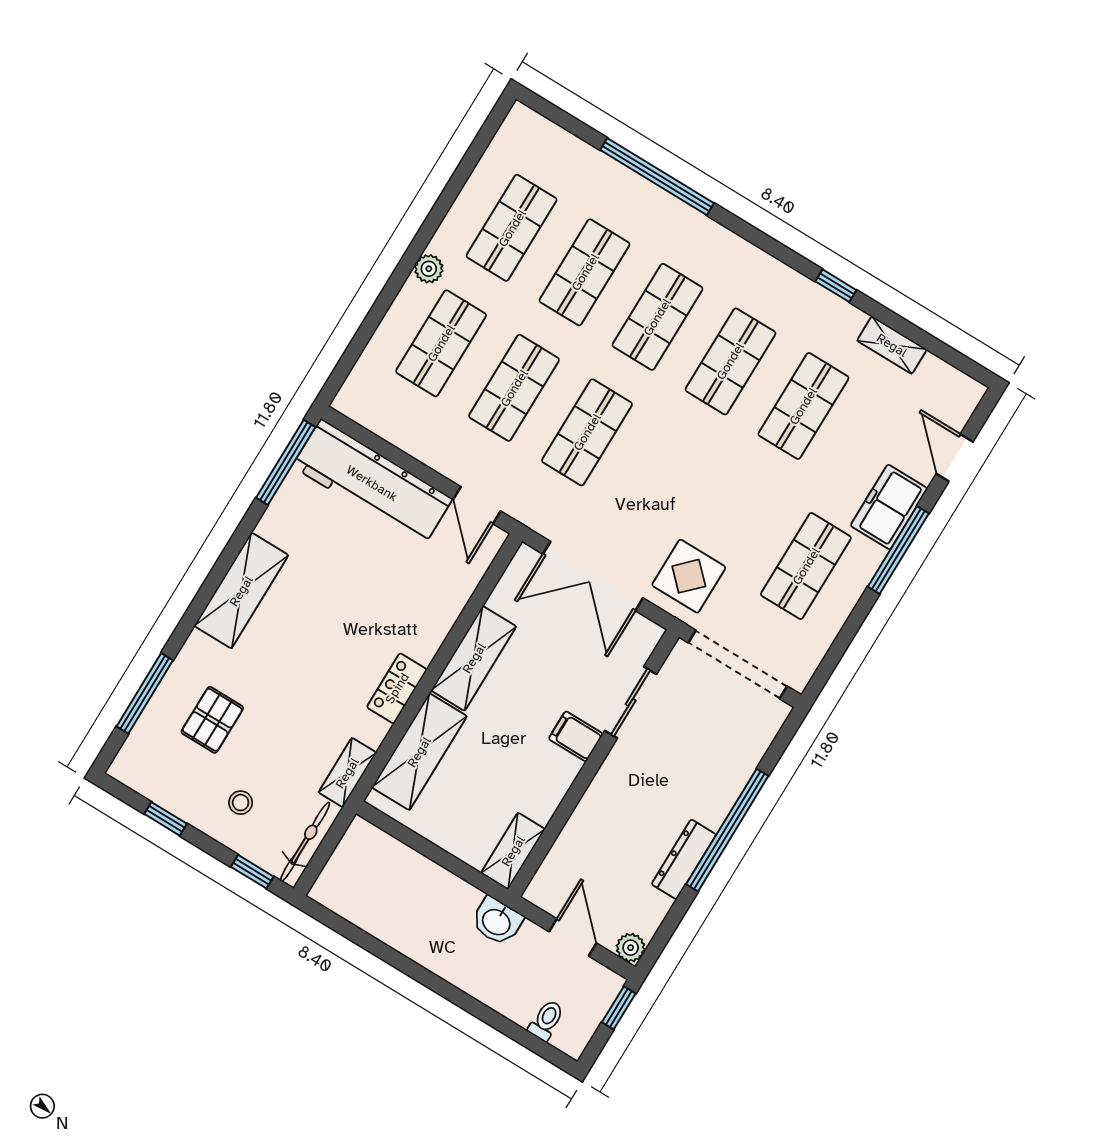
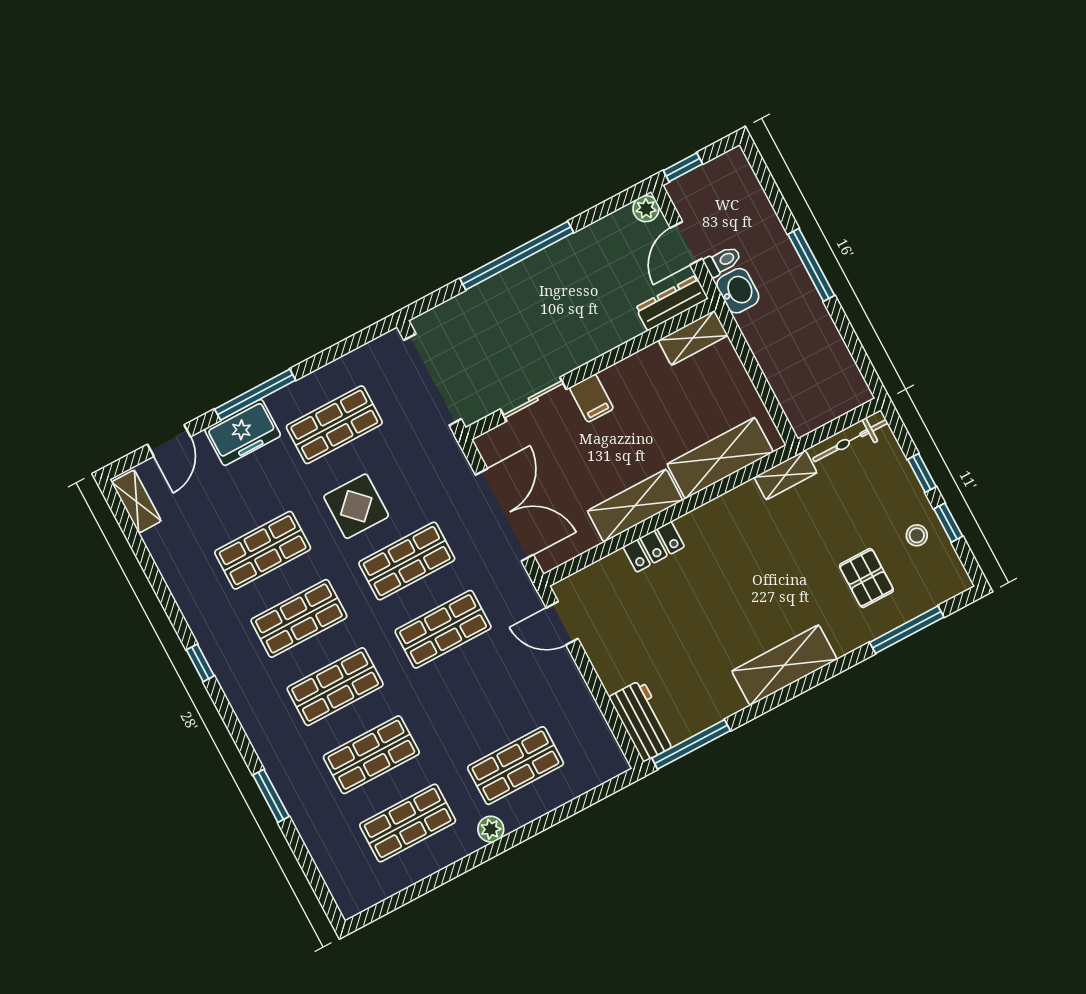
window: (657, 177) -> (271, 796), width x0.47
window: (836, 286) -> (200, 663), moved
shelving: (892, 345) -> (136, 501), moved
shop shelf: (514, 388) -> (407, 561), moved
workbench: (372, 483) -> (643, 721), width x0.53, depth x0.76
door: (477, 505) -> (562, 623), swing flipped
display table: (689, 576) -> (356, 506), moved
locker: (397, 688) -> (654, 547), moved
pallet: (212, 720) -> (866, 578), turned 90
stool: (241, 803) -> (917, 535), moved
dresser: (684, 859) -> (672, 303), moved, turned 180
window: (252, 872) -> (922, 473), moved
window: (442, 987) -> (811, 265), added
toilet: (546, 1020) -> (723, 261), moved, turned 180

